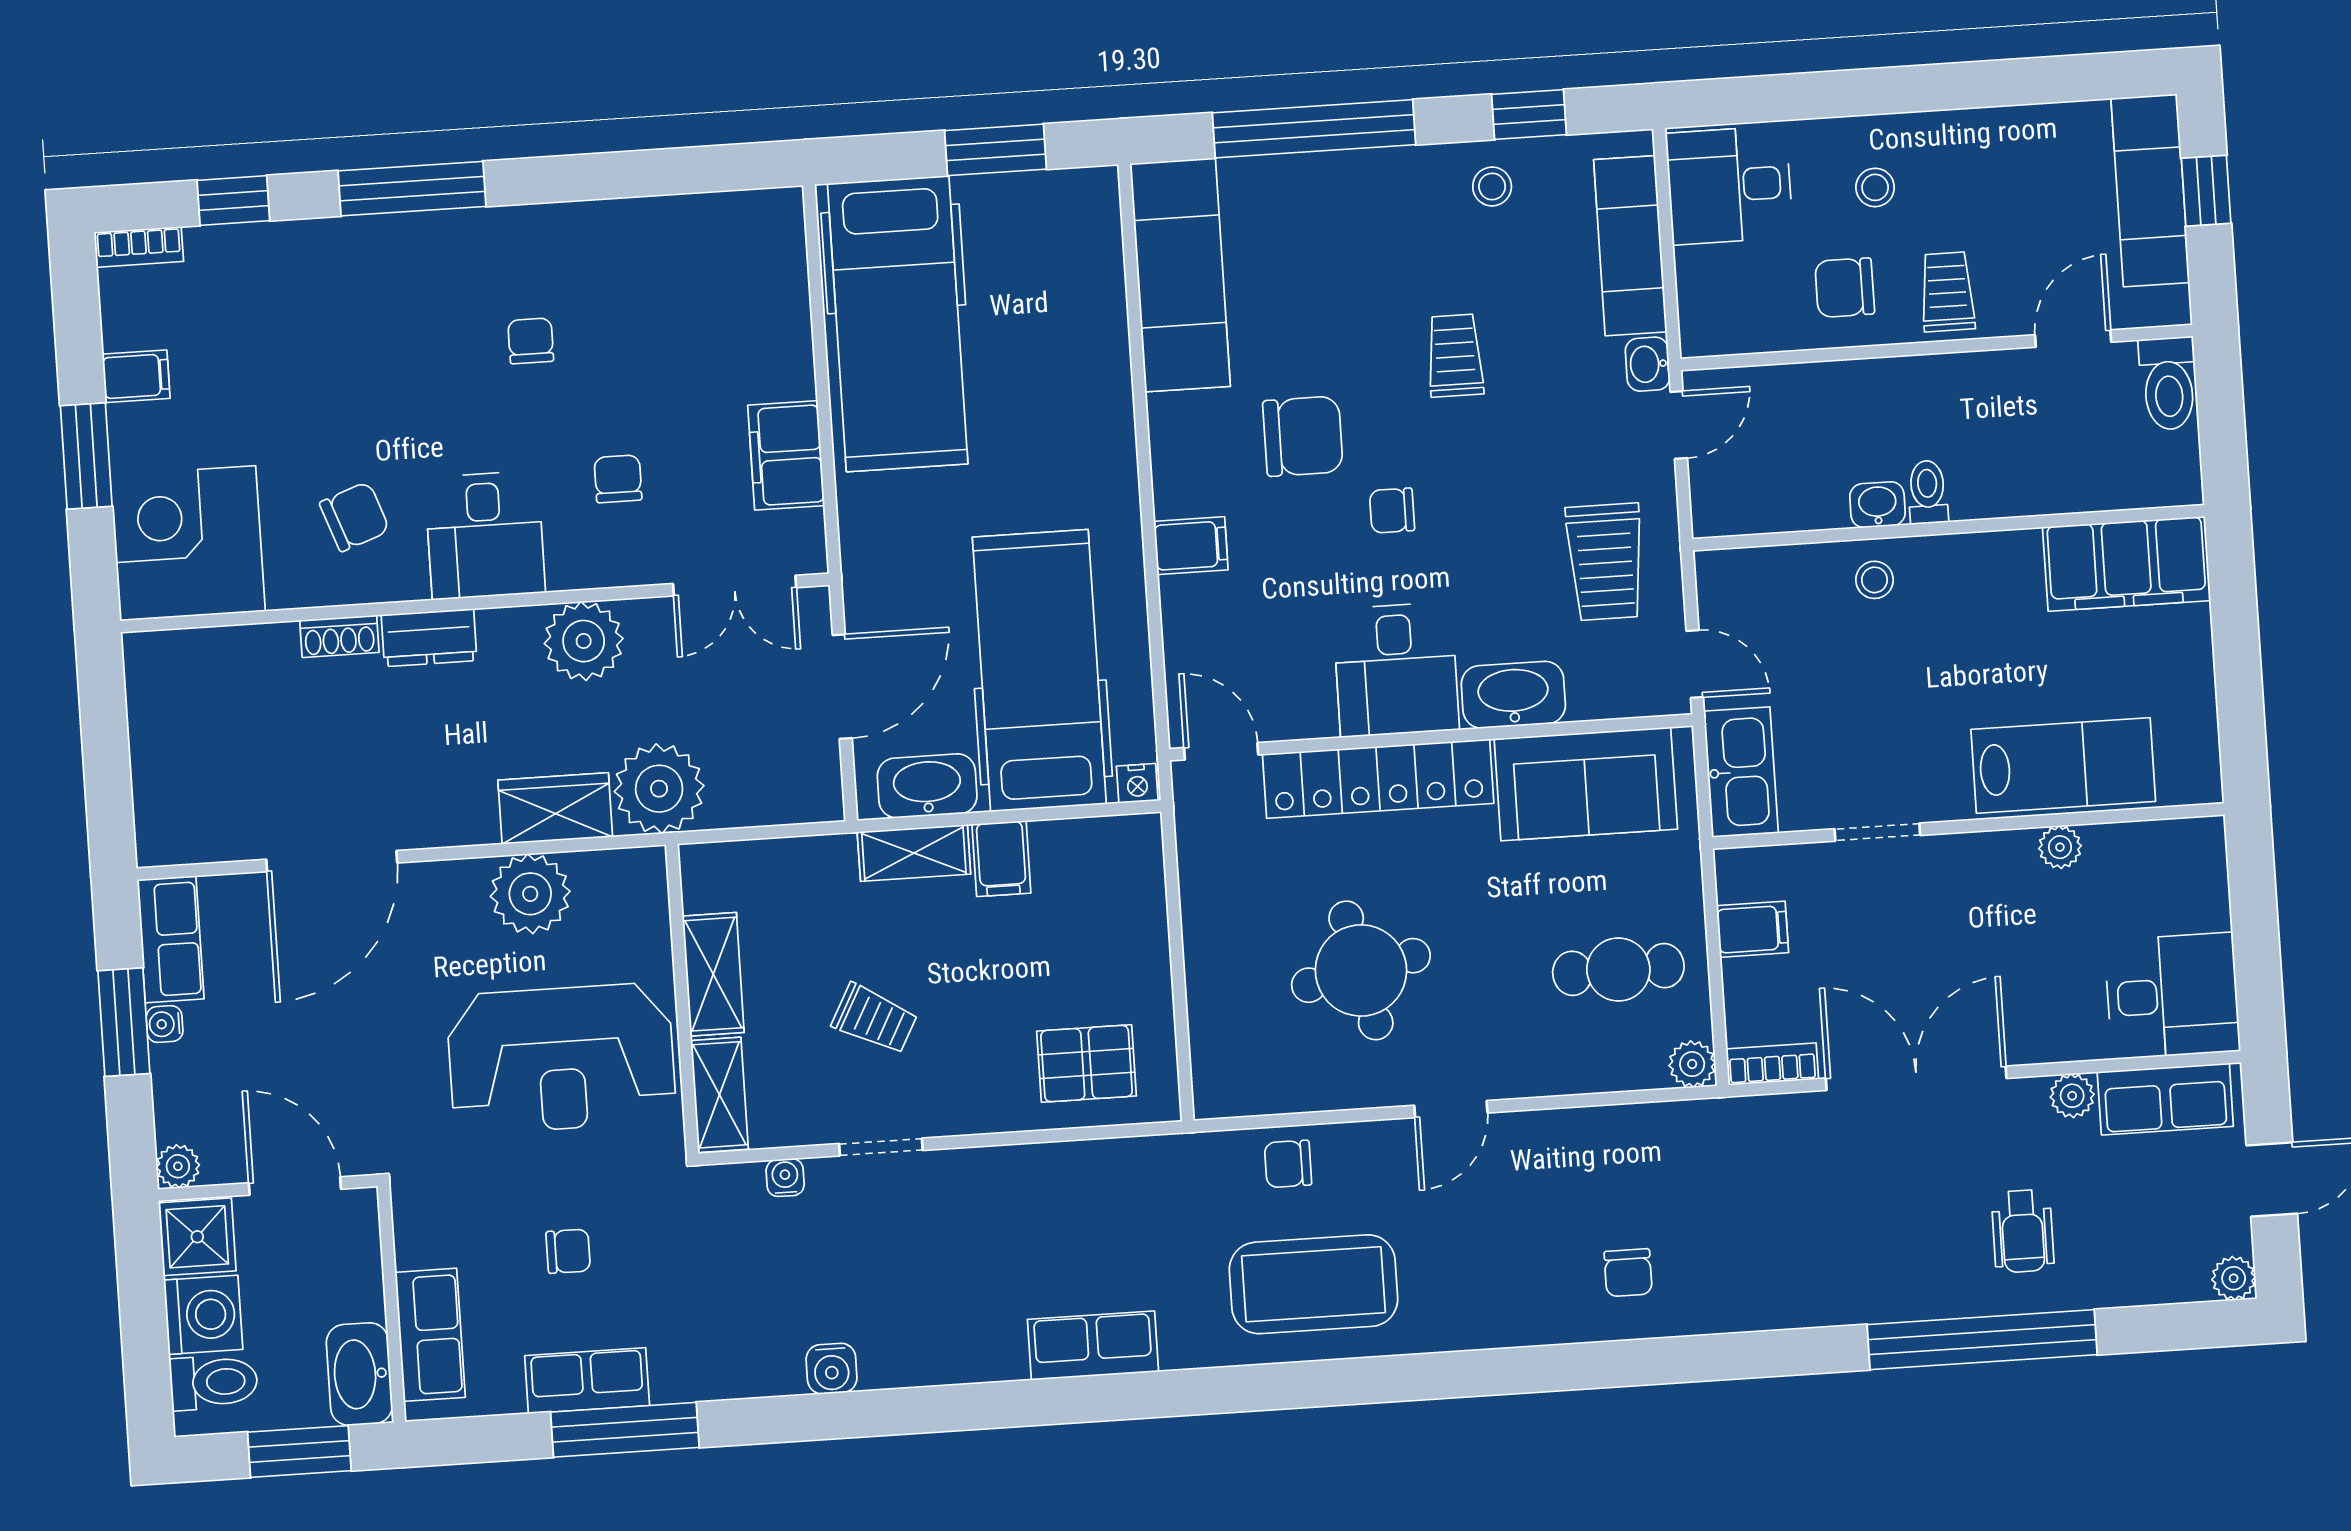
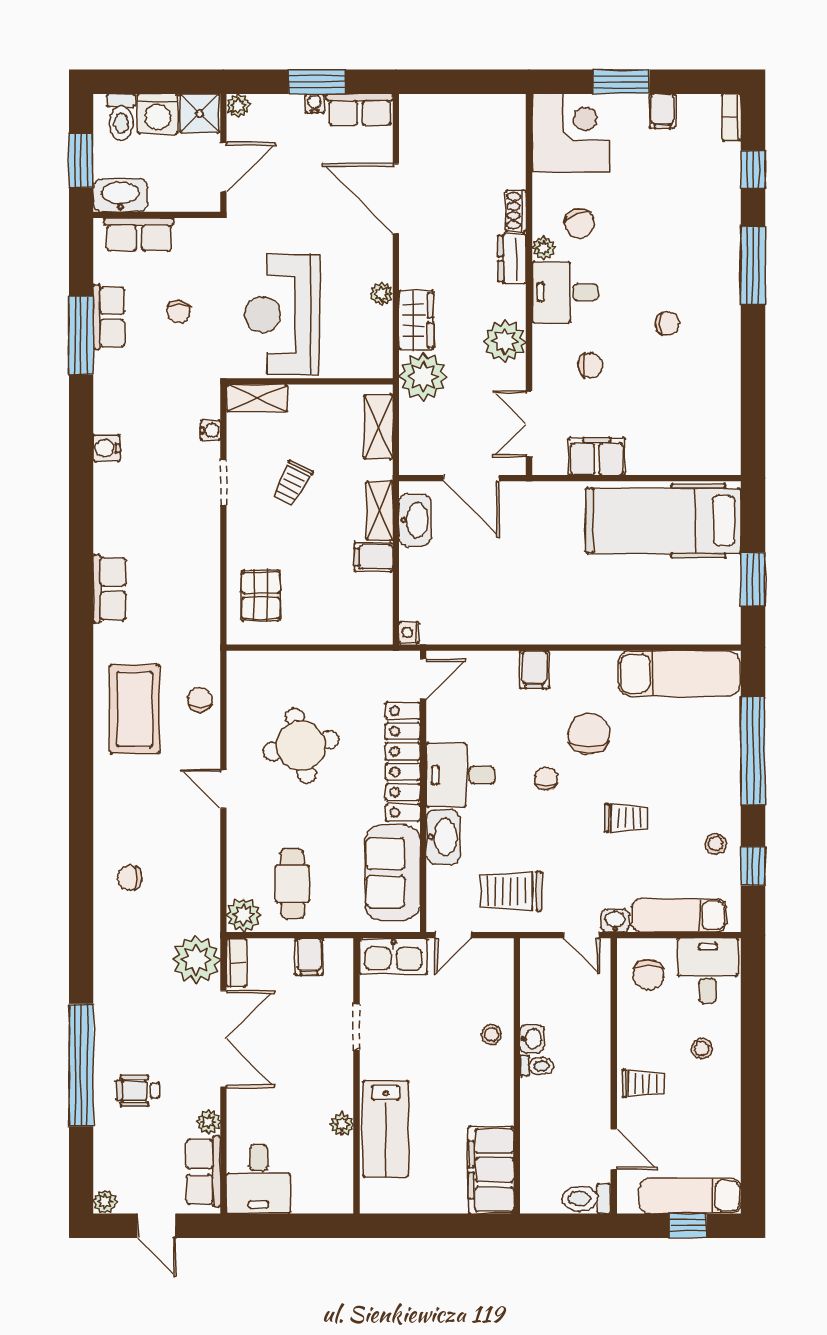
chair: (1845, 288) -> (648, 975), moved, turned 180
chair: (1303, 436) -> (589, 734), turned 180
plant: (405, 580) -> (544, 248), added
hospital bed: (1039, 671) -> (473, 584), removed
plant: (530, 894) -> (381, 294), width x0.53, depth x0.53
shelving: (713, 974) -> (378, 427), moved, turned 90
plant: (1692, 1064) -> (244, 915), width x1.38, depth x1.38
plant: (1772, 1139) -> (196, 960), added

